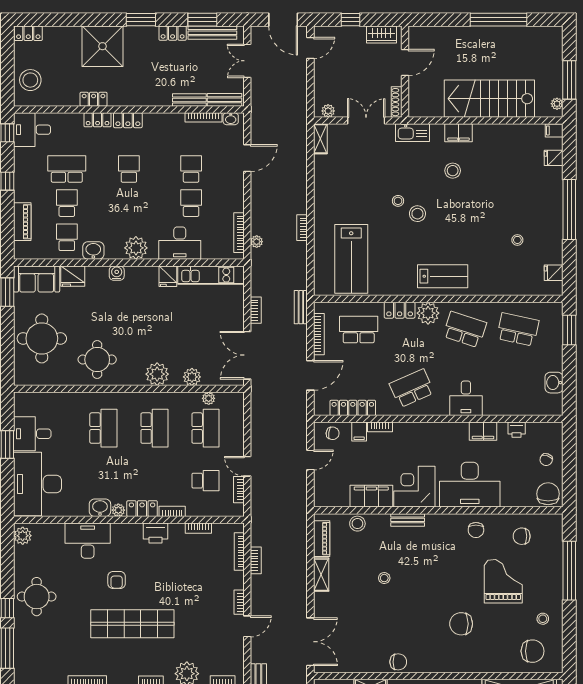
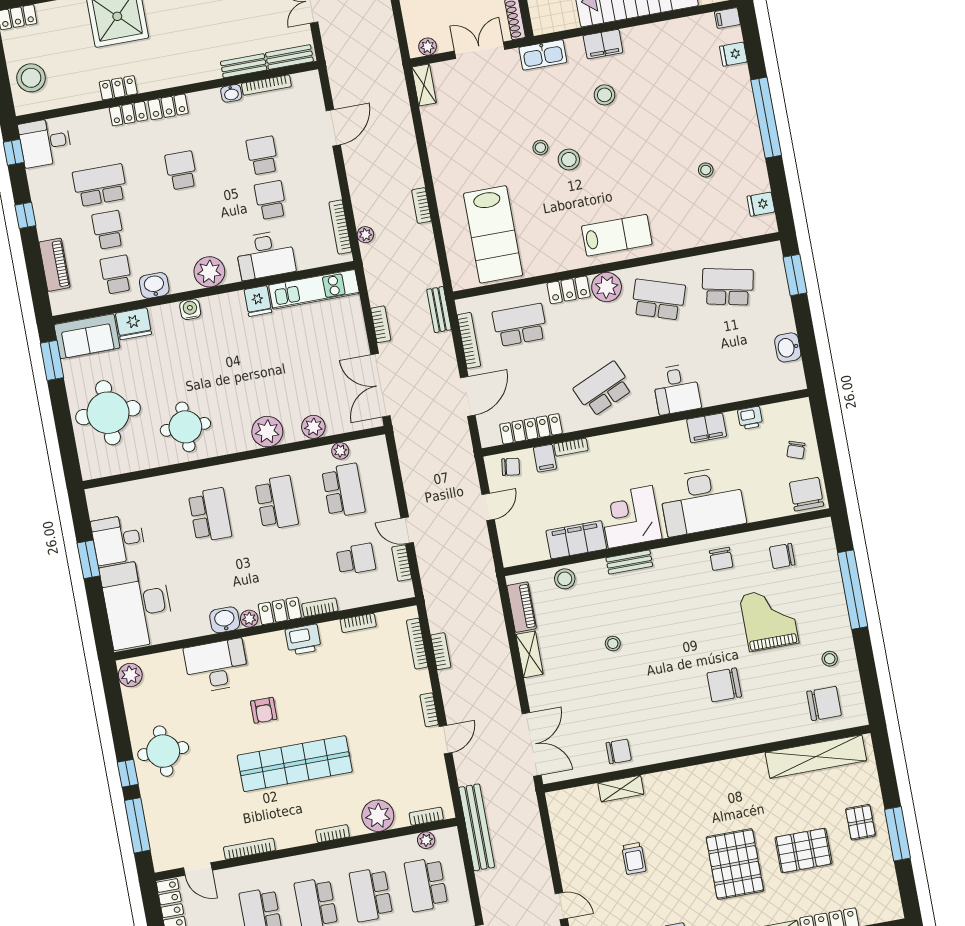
washbasin: (231, 119) -> (231, 93), moved
chair: (398, 662) -> (619, 751), moved

